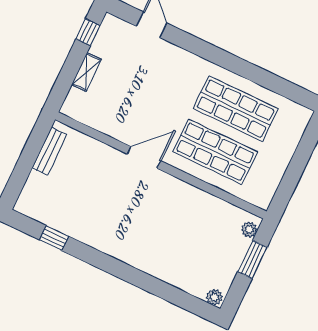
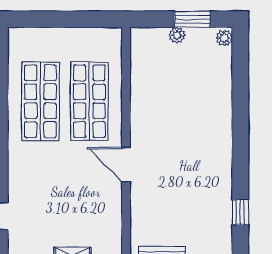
plant: (249, 230) -> (177, 35), moved
window: (252, 259) -> (192, 19), moved

